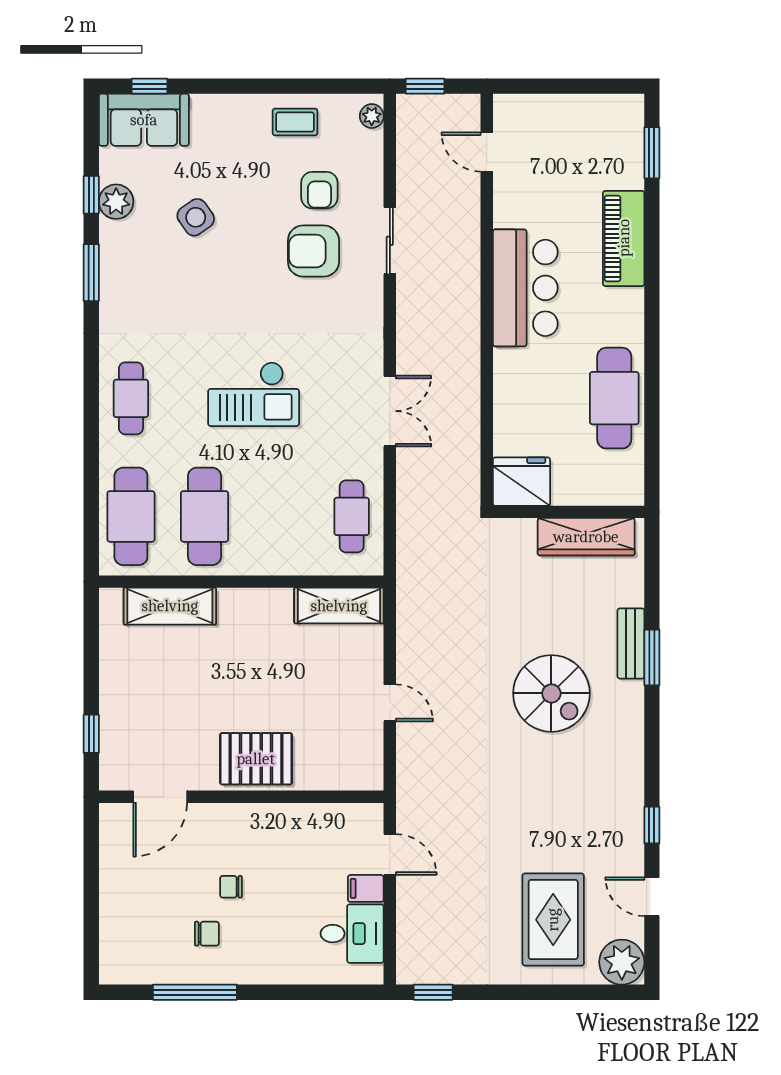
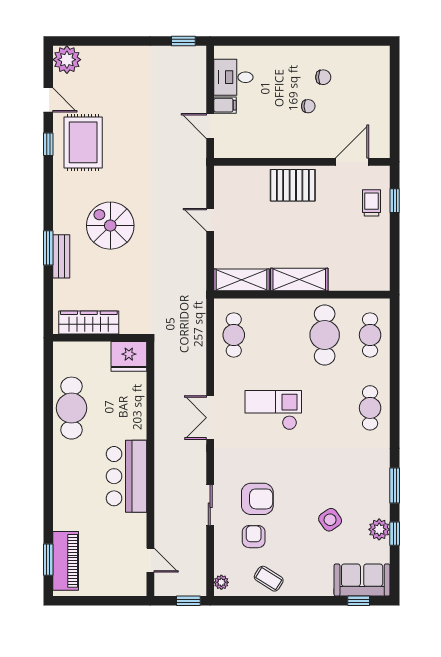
coffee table: (295, 122) -> (269, 579), turned 32
piano: (624, 238) -> (66, 561), moved
checkout: (254, 394) -> (273, 410), moved
double door: (390, 411) -> (210, 418), moved
cafe table: (131, 516) -> (370, 335), width x0.73, depth x0.74
shelving: (170, 606) -> (299, 280), moved
trolley: (129, 730) -> (372, 203), added
rug: (553, 920) -> (83, 142), moved
chair: (207, 934) -> (323, 77), turned 180
window: (195, 992) -> (331, 41), removed

